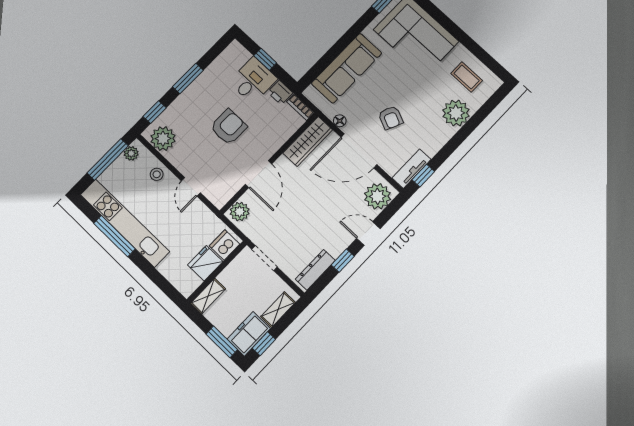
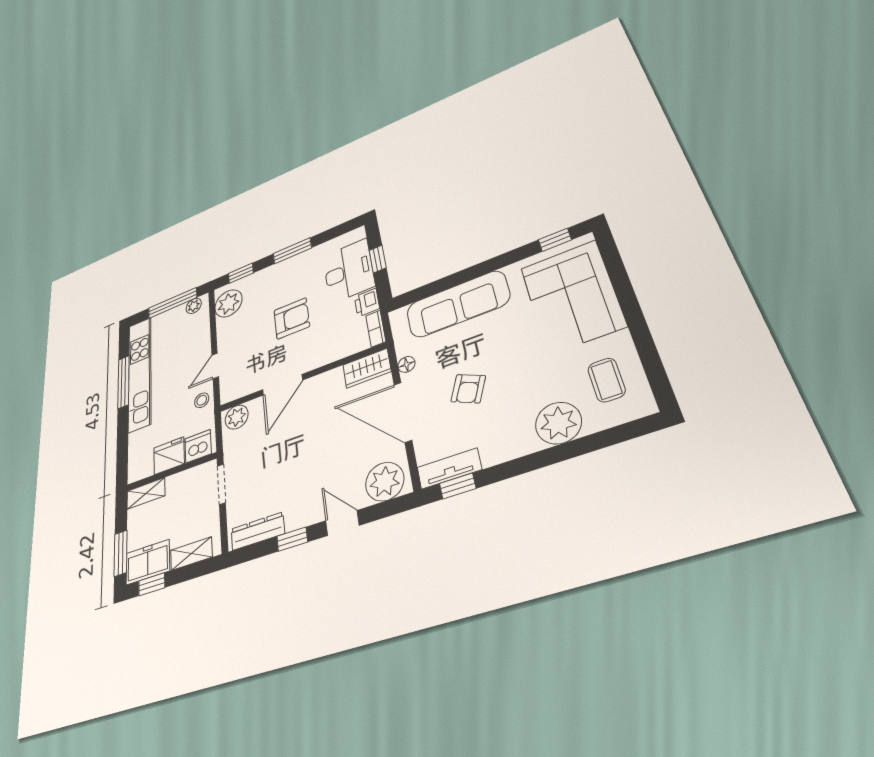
desk: (253, 80) -> (349, 271), width x1.37
wardrobe: (308, 141) -> (367, 368), width x0.67
stool: (157, 174) -> (202, 400), moved

